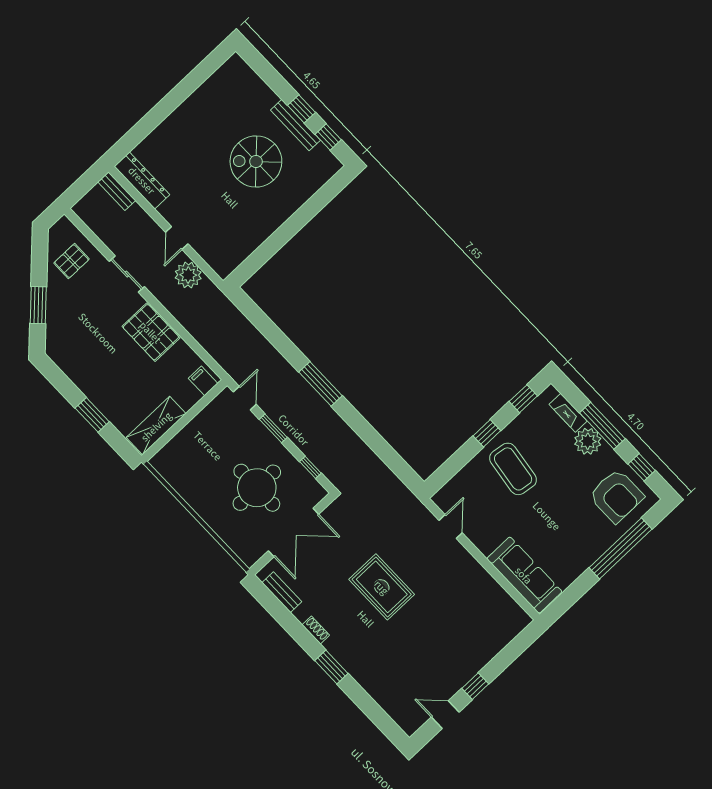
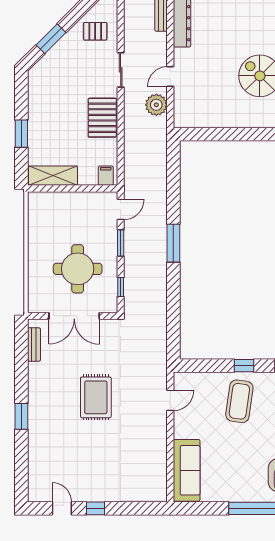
shoe rack: (316, 630) -> (33, 386), removed

